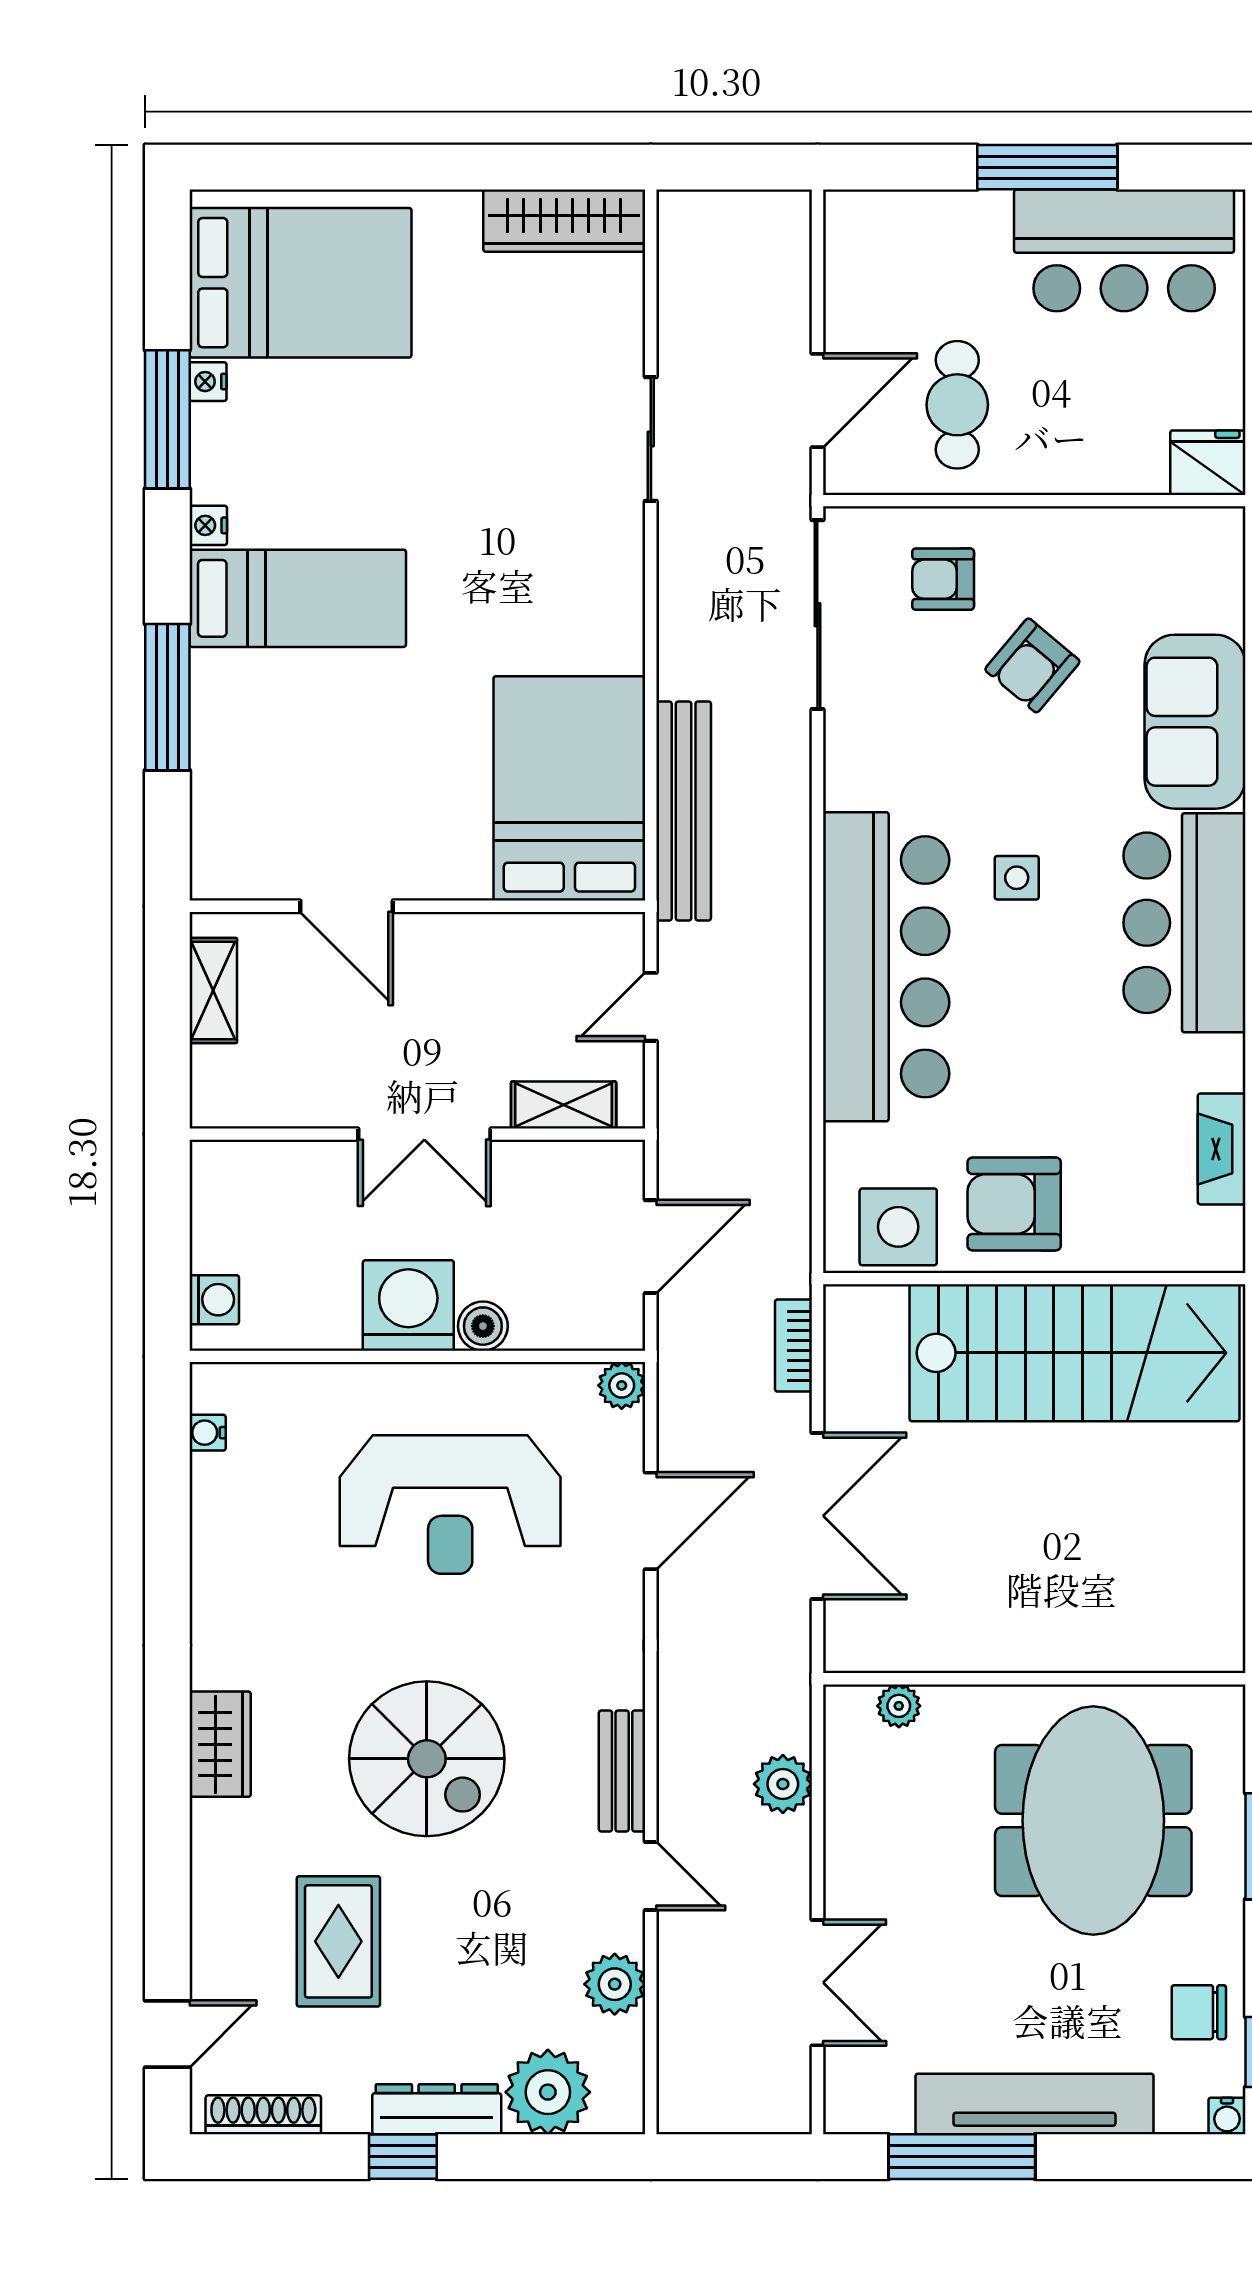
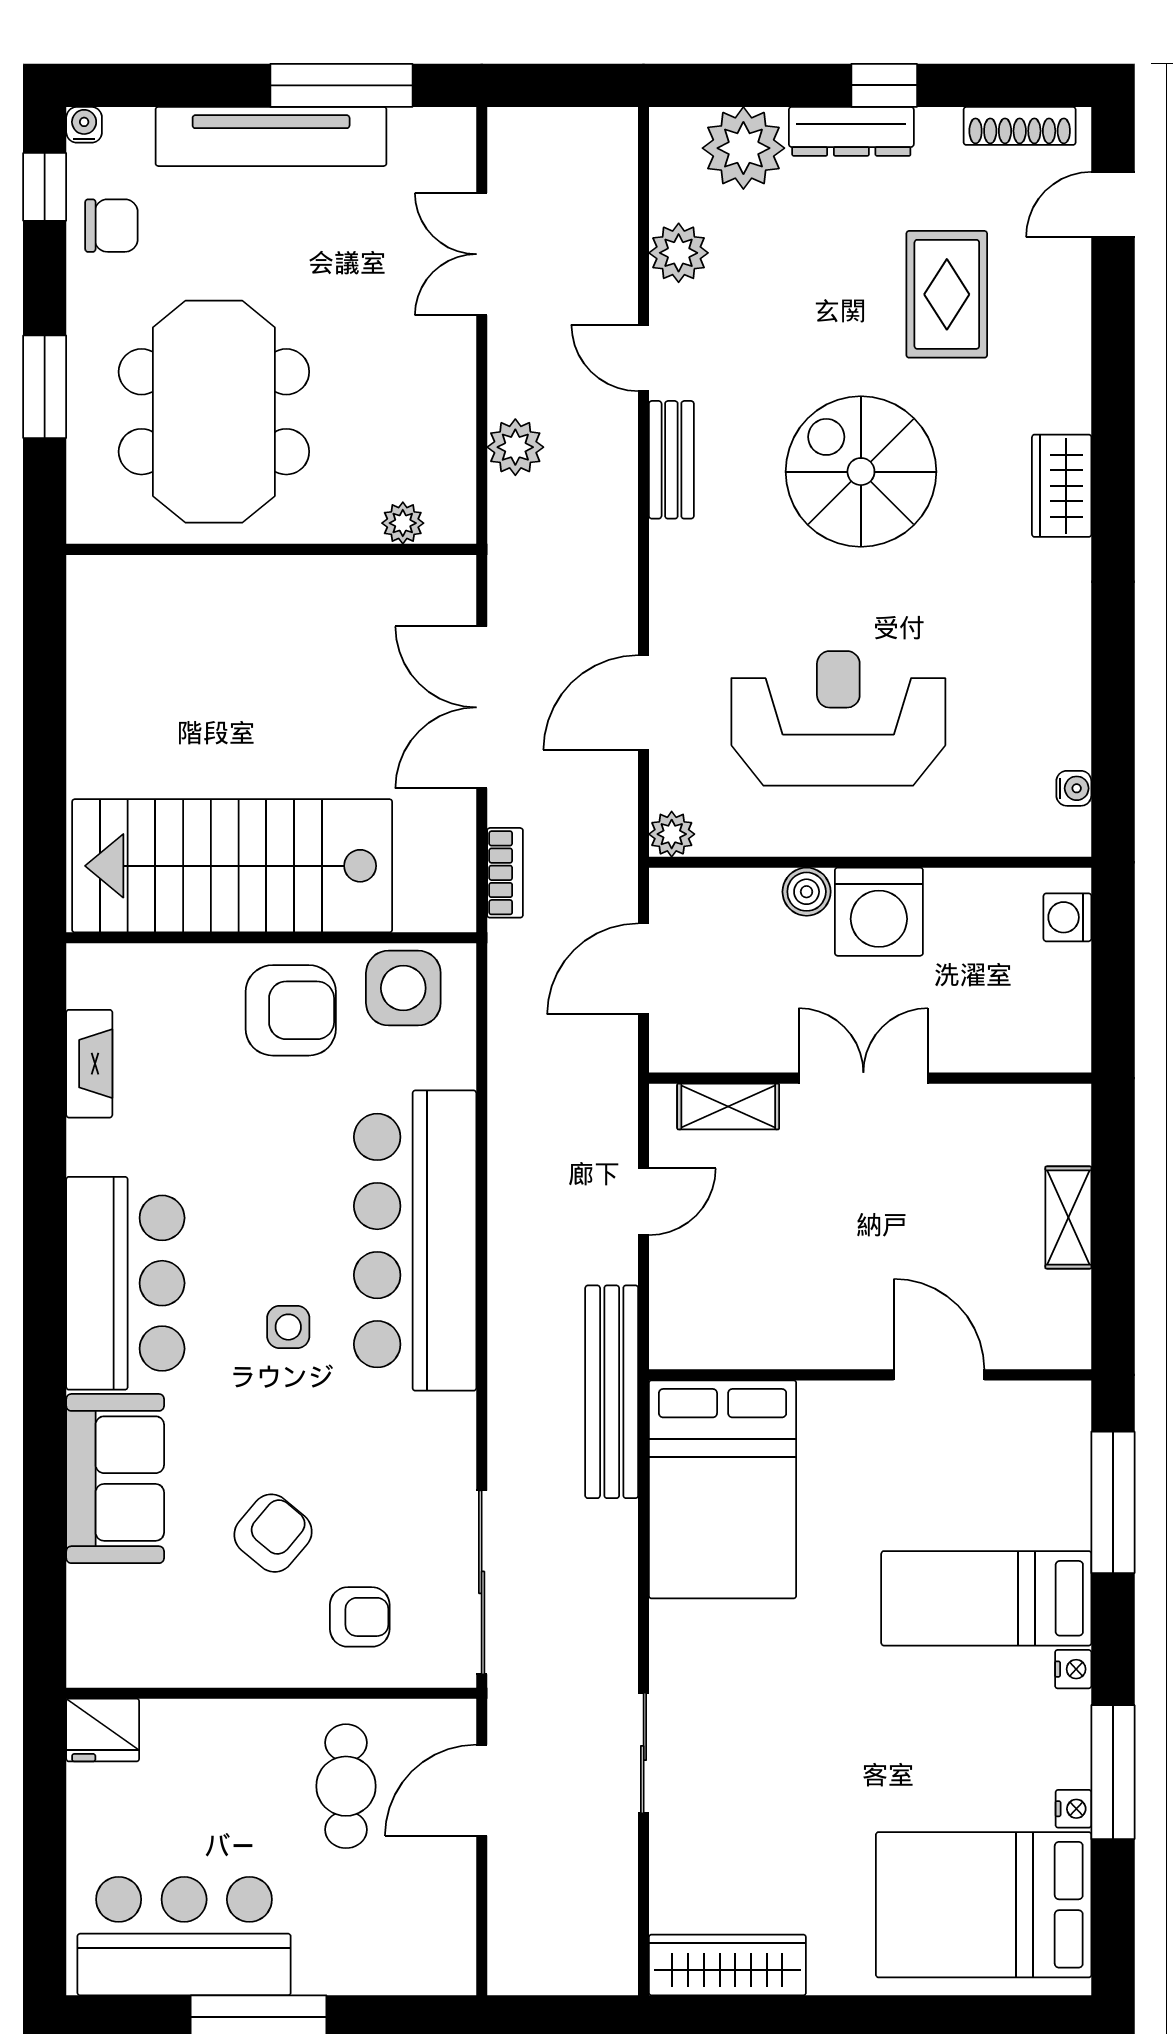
bed: (569, 788) -> (723, 1489), moved
door: (346, 906) -> (939, 1375), moved
wall: (417, 906) -> (870, 1375), moved

